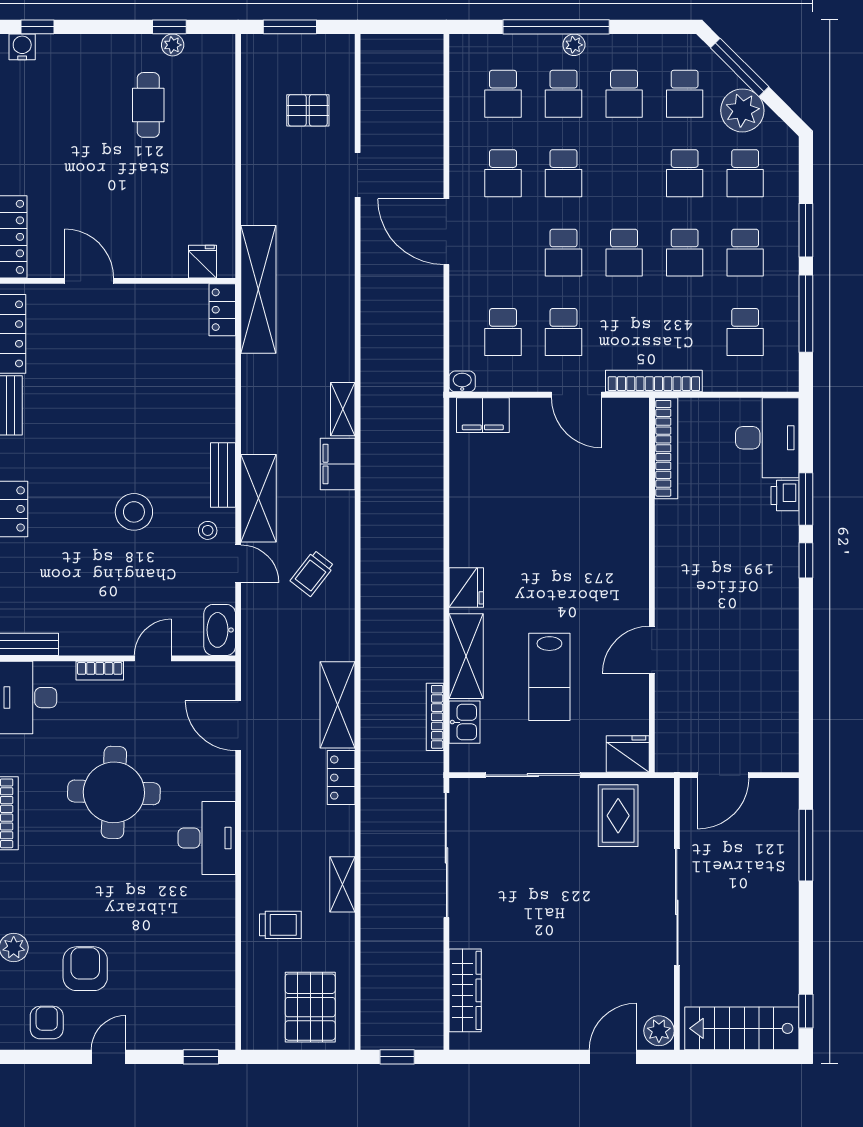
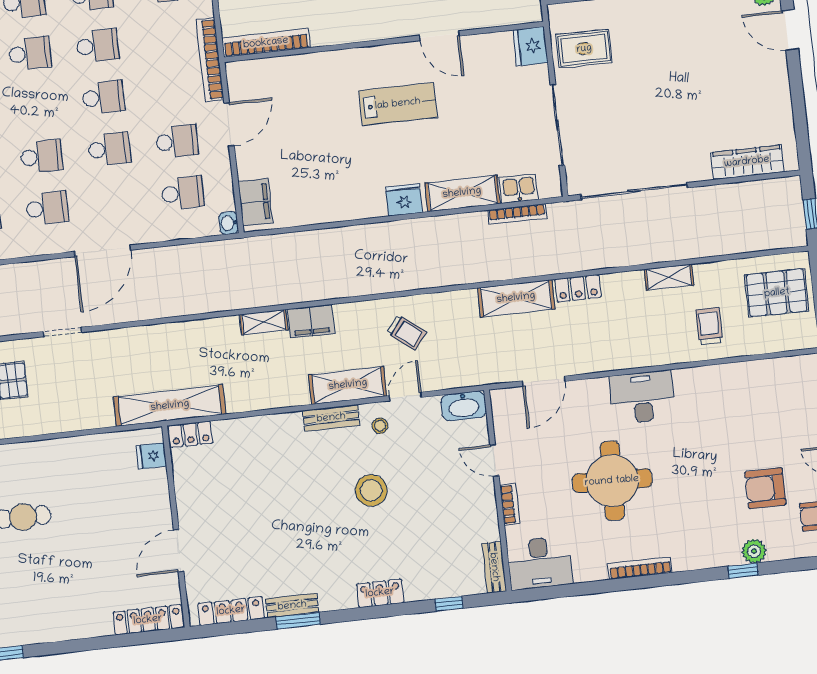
lab bench: (549, 677) -> (398, 104), moved

